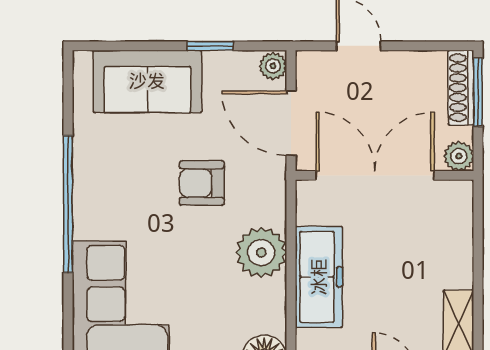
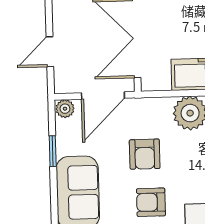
armchair: (130, 190) -> (151, 202), added

